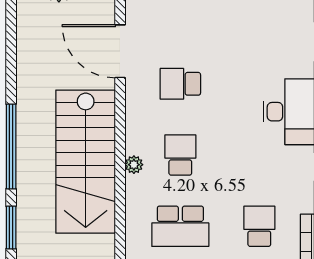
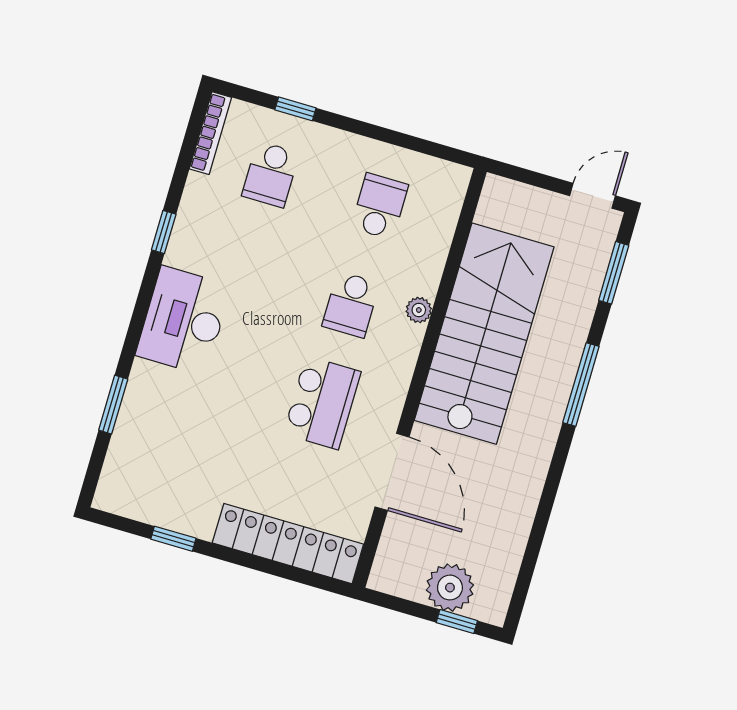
school desk: (180, 84) -> (322, 403), width x1.85
window: (11, 146) -> (581, 385), width x0.68
school desk: (180, 226) -> (380, 206), width x0.54

